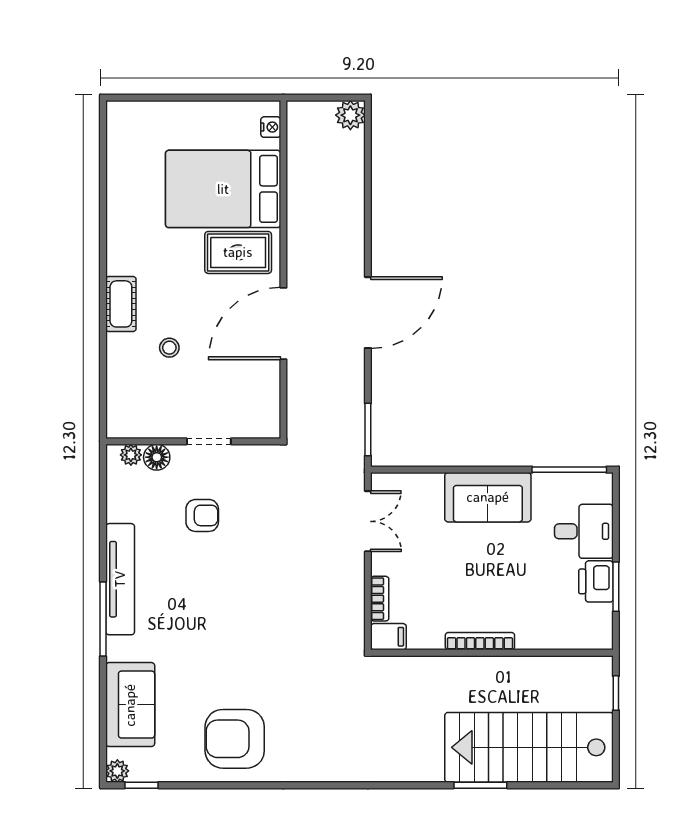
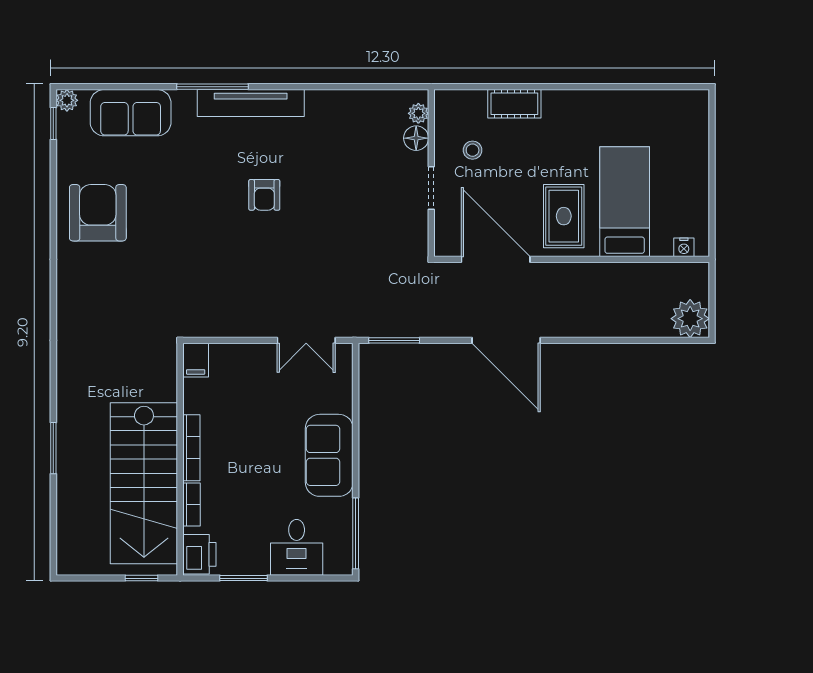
plant: (350, 115) -> (690, 319), width x1.36, depth x1.36
bed: (223, 189) -> (625, 202), width x0.67
wall: (193, 441) -> (431, 173), moved
doorway: (209, 441) -> (431, 188), moved
plant: (131, 455) -> (418, 113), moved
floor lamp: (157, 457) -> (416, 138), moved
armchair: (202, 515) -> (264, 195), moved
printer: (596, 581) -> (199, 554), moved, turned 90
bookcase: (380, 599) -> (192, 505), moved, turned -90
stairs: (529, 747) -> (144, 483), moved, turned 180

